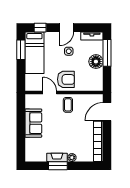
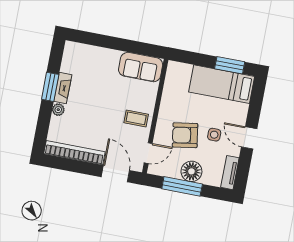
window: (40, 28) -> (256, 99), removed
window: (107, 53) -> (182, 186), moved
armchair: (66, 79) -> (185, 135), moved, turned 81
door: (50, 93) -> (148, 153), moved
sofa: (33, 123) -> (141, 67), moved

